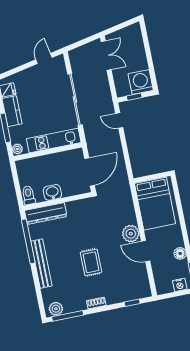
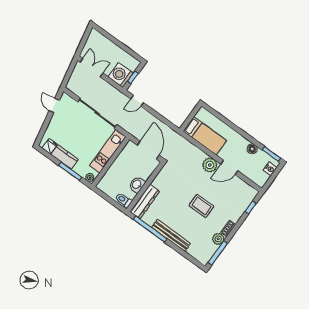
washing machine: (141, 82) -> (121, 75), moved
bed: (155, 204) -> (205, 136), width x0.67
plant: (56, 309) -> (218, 239), moved

